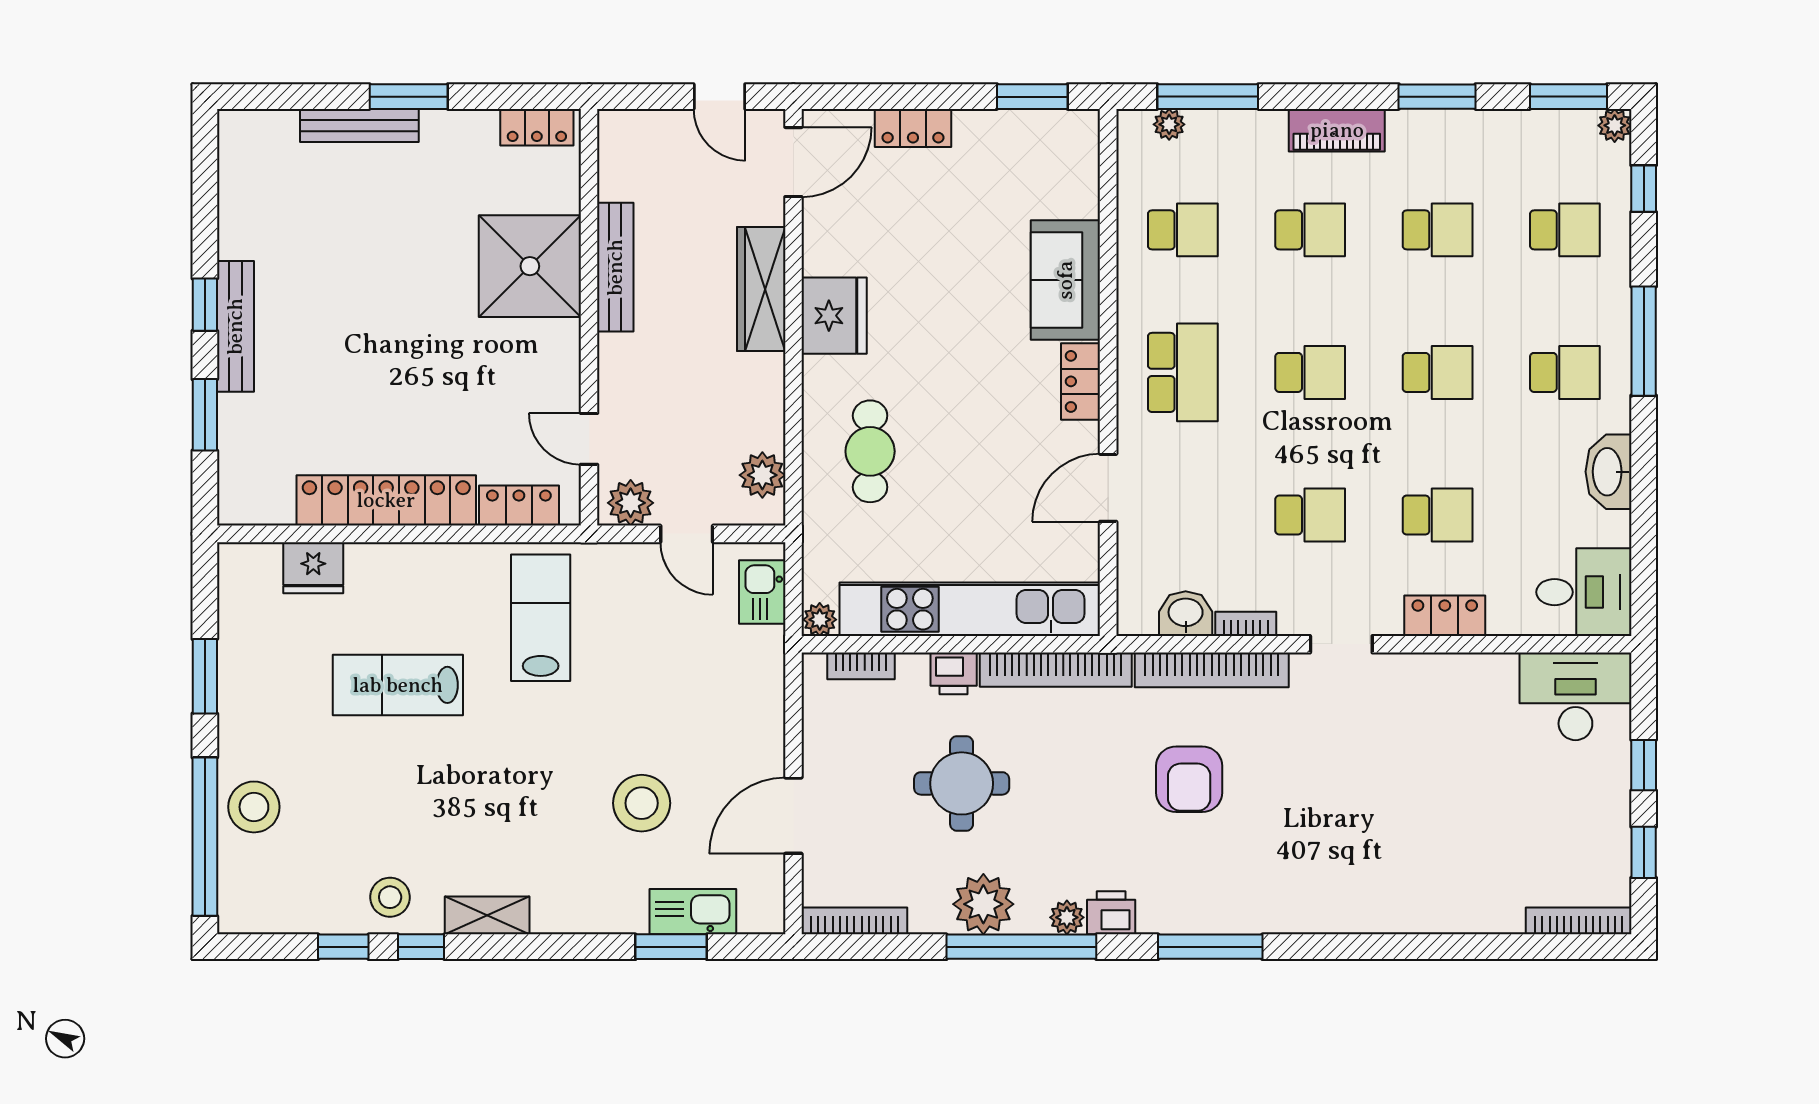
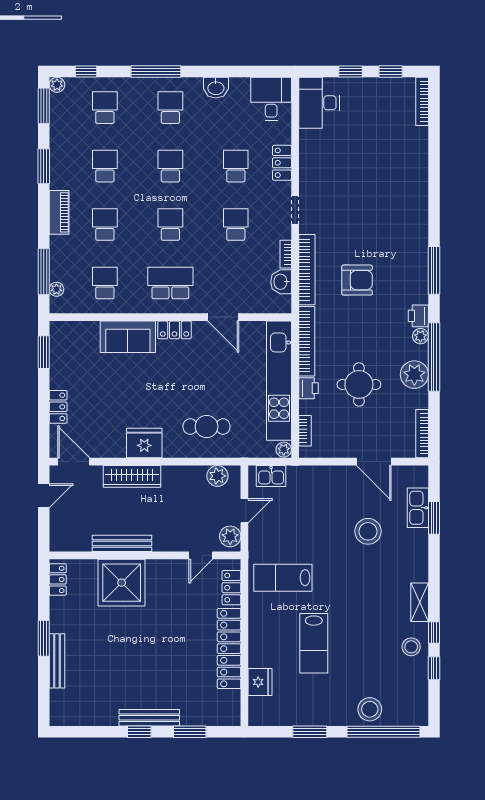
washbasin: (1609, 472) -> (216, 88), width x0.72

